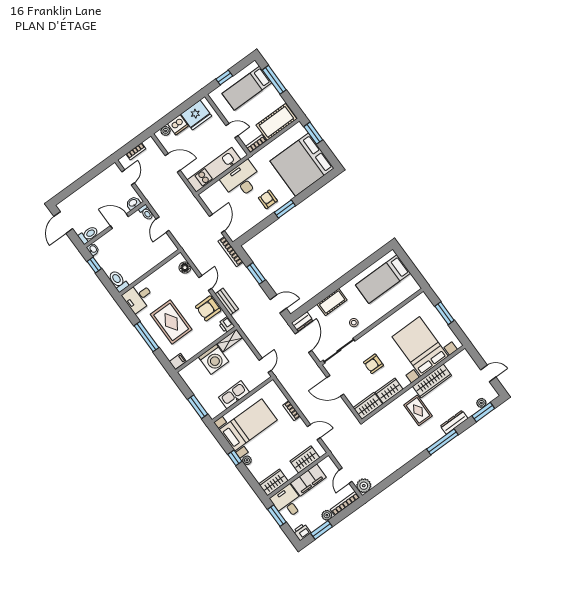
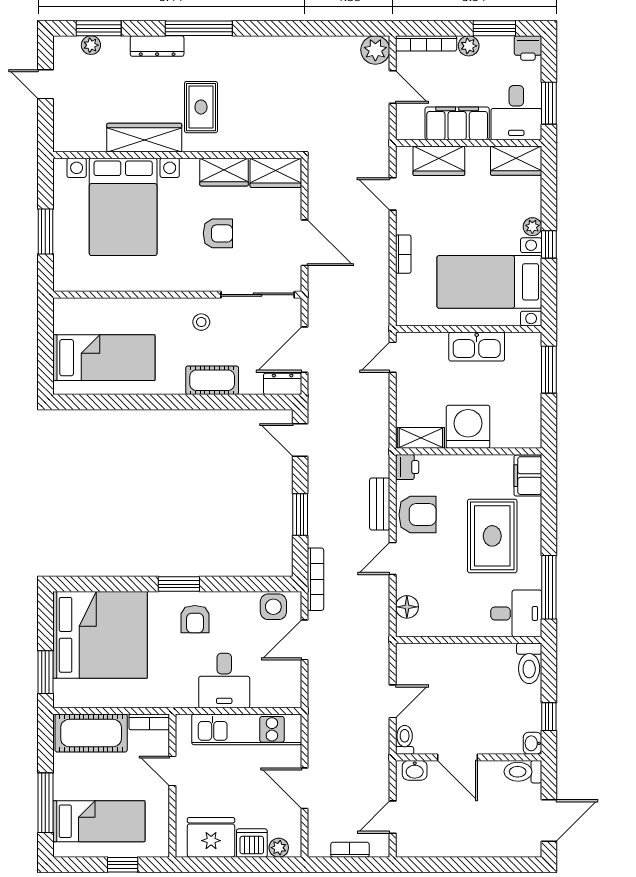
desk: (241, 180) -> (224, 681), width x0.73
side table: (240, 228) -> (273, 607), added
window: (146, 337) -> (549, 587), moved
filing cabinet: (178, 361) -> (528, 476), width x2.00
door: (346, 476) -> (393, 87), hinge flipped

